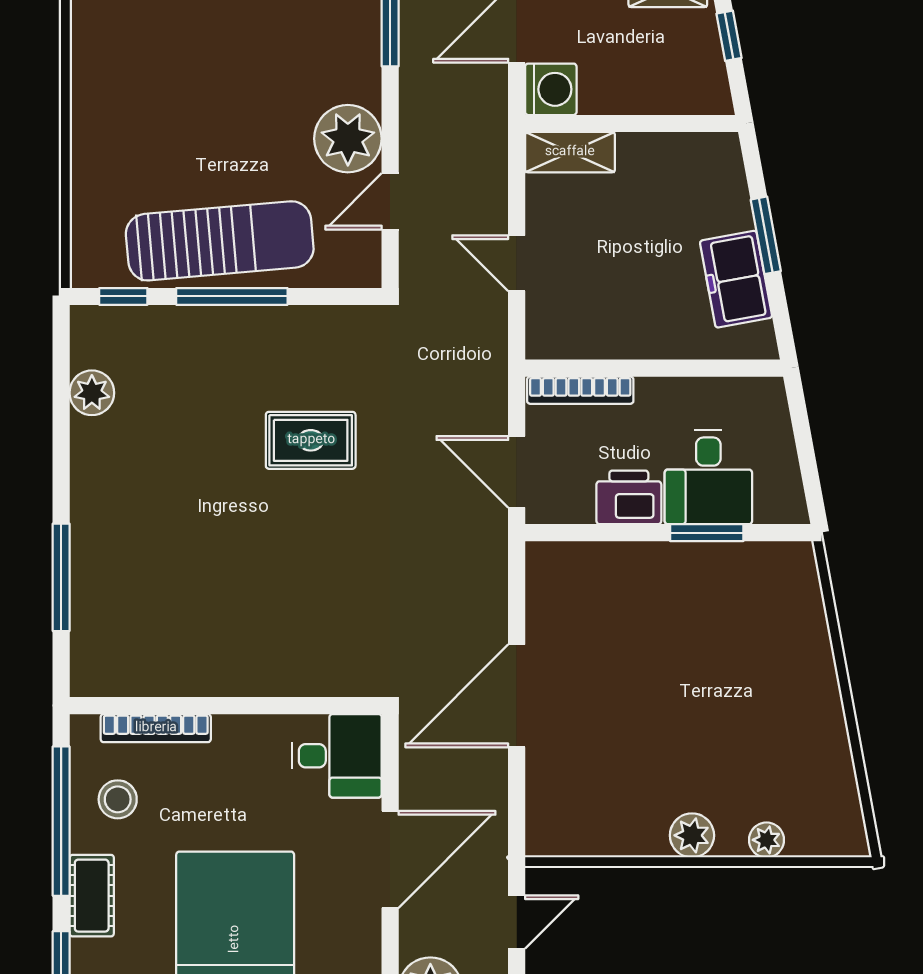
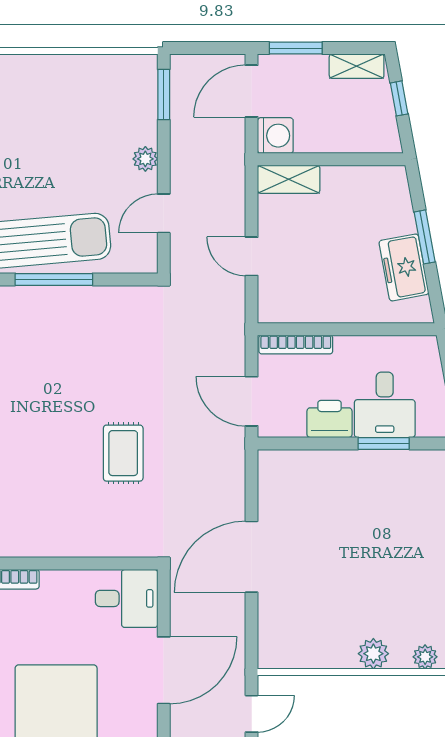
plant: (348, 139) -> (145, 159), width x0.53, depth x0.53
rug: (311, 440) -> (123, 453), moved, turned 90

